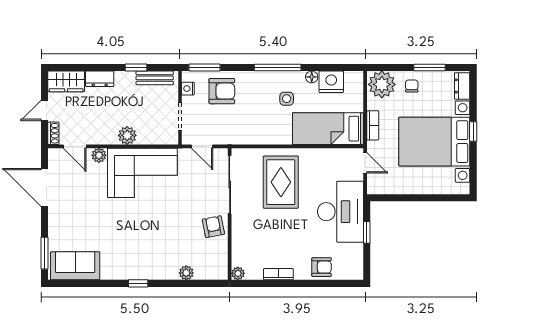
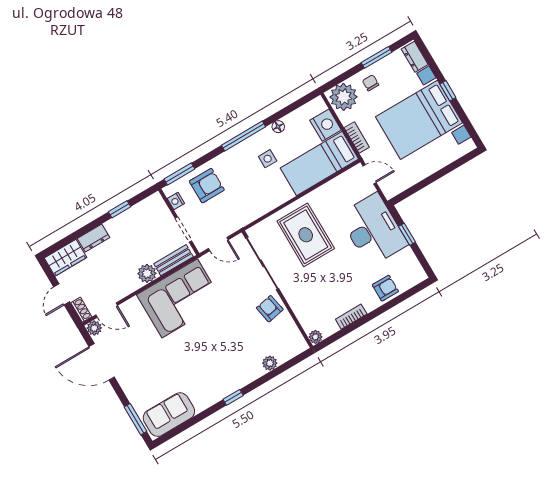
bench: (155, 78) -> (174, 260), moved
nightstand: (331, 82) -> (326, 125), moved, turned 90
plant: (99, 155) -> (94, 328), moved

